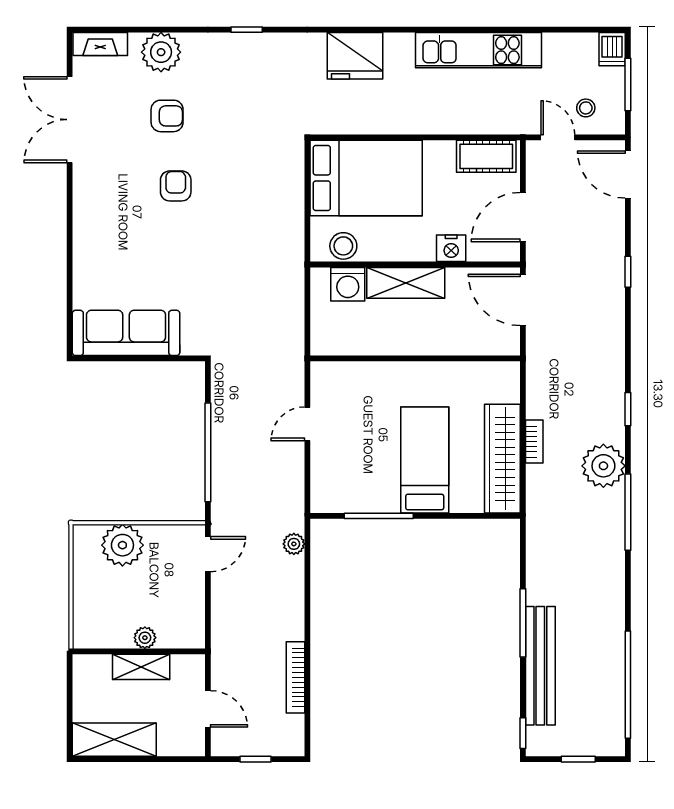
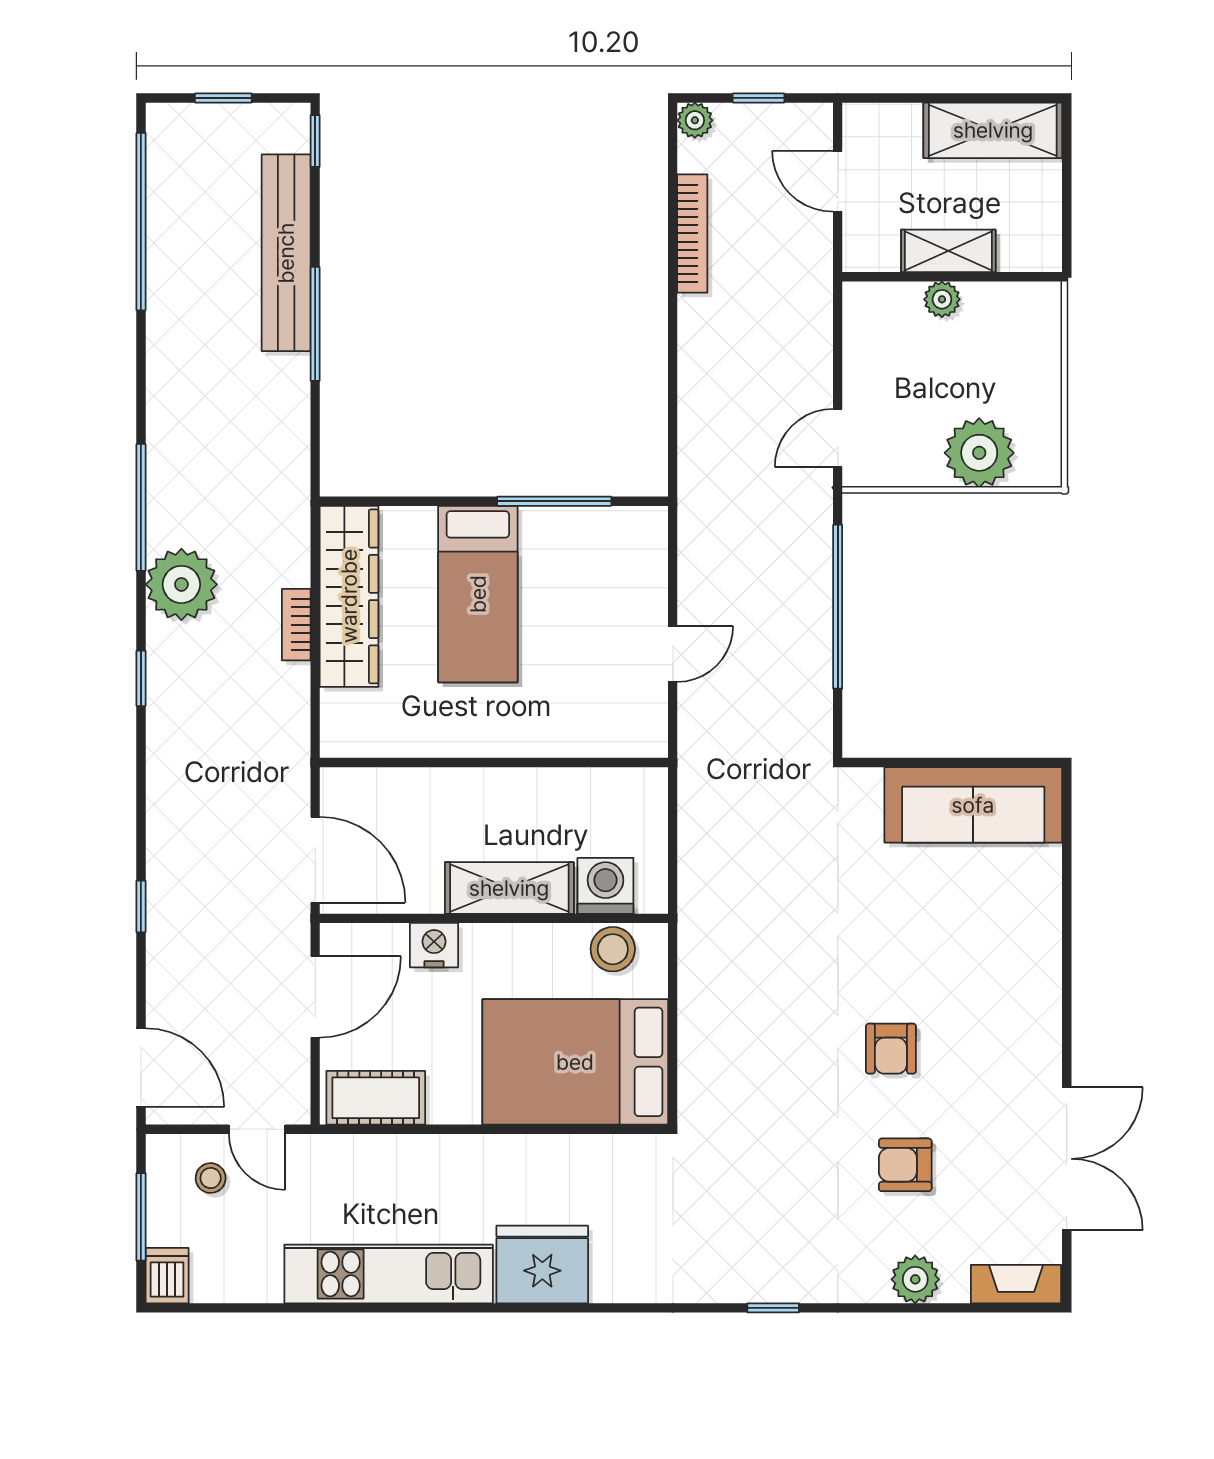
plant: (161, 52) -> (915, 1279), width x0.73, depth x0.73
fridge: (355, 56) -> (542, 1265), moved
plant: (294, 544) -> (695, 120), moved

